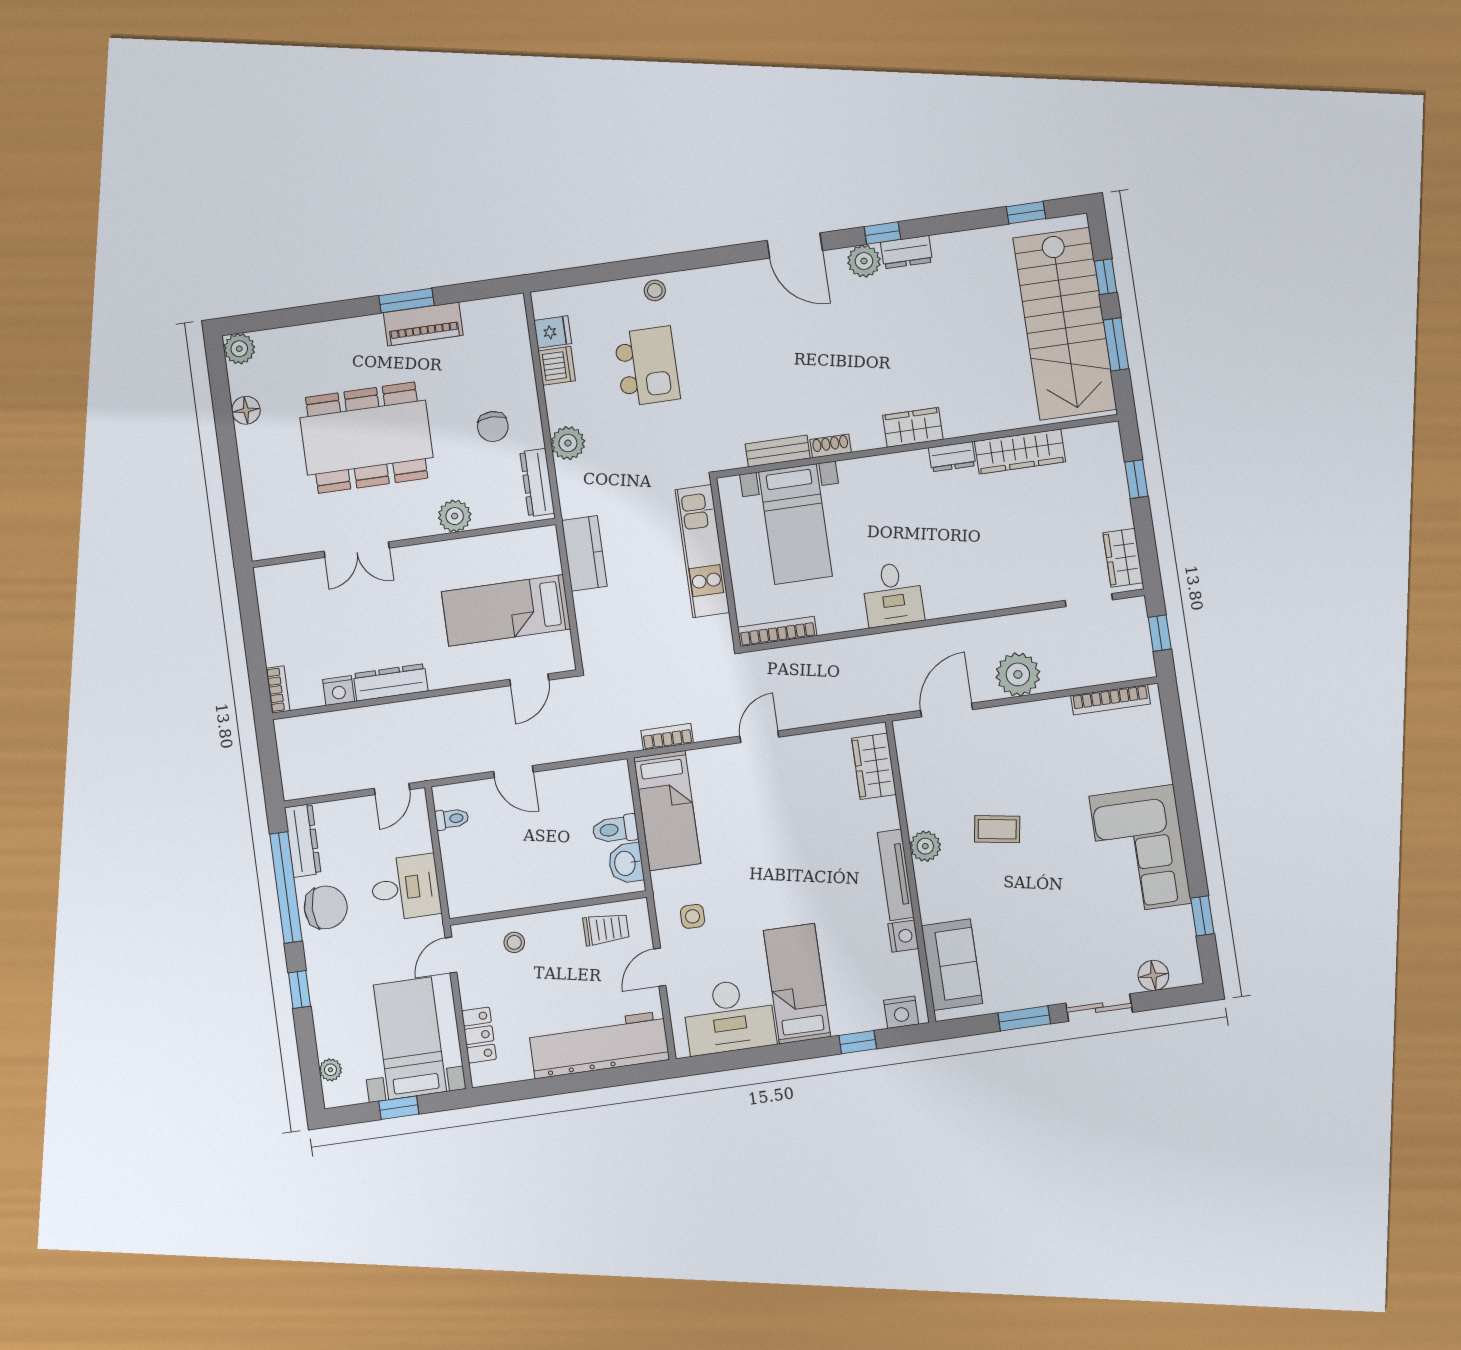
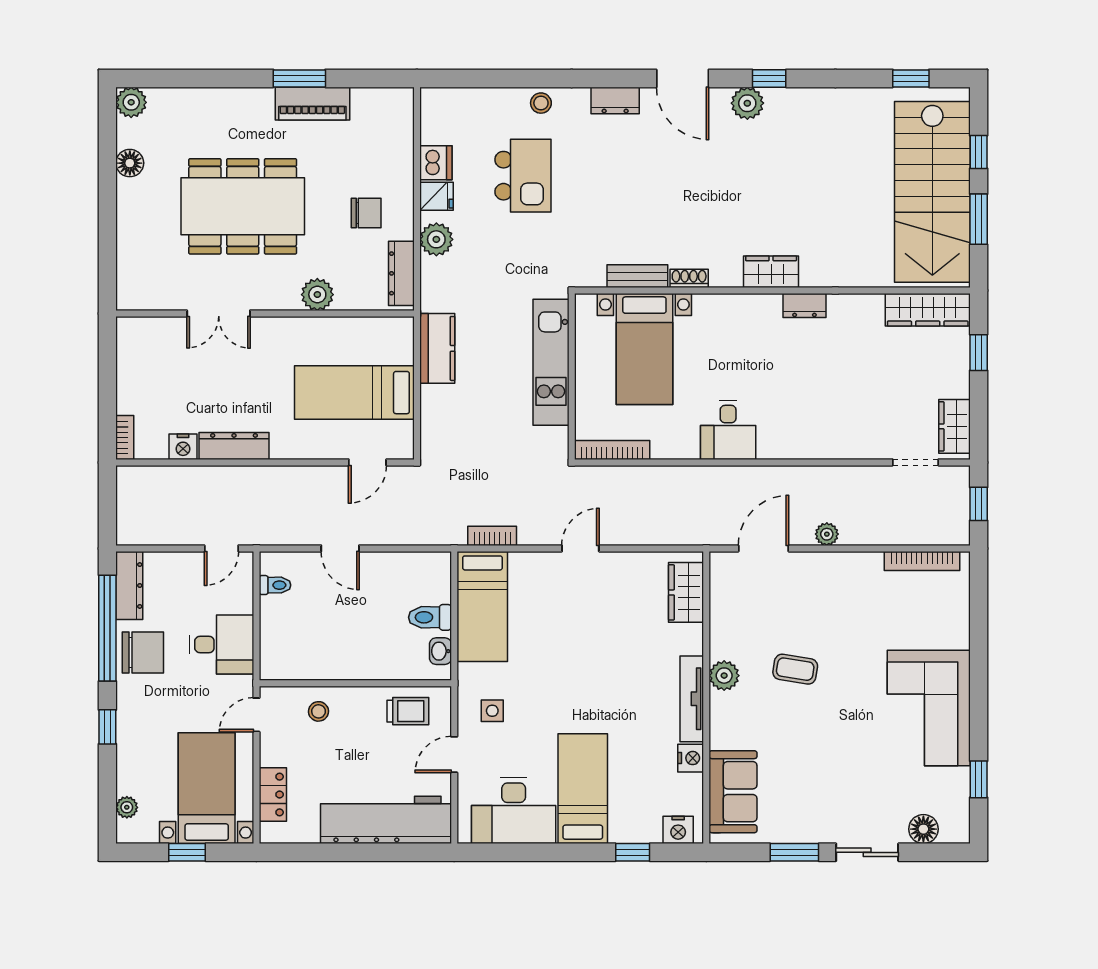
dresser: (907, 252) -> (615, 100), moved
fridge: (553, 332) -> (436, 196), moved
chair: (493, 427) -> (366, 213), turned -90
wardrobe: (1020, 451) -> (928, 310), moved
plant: (1018, 674) -> (827, 534), width x0.53, depth x0.53
washbasin: (626, 863) -> (440, 651), width x0.72, depth x0.69

